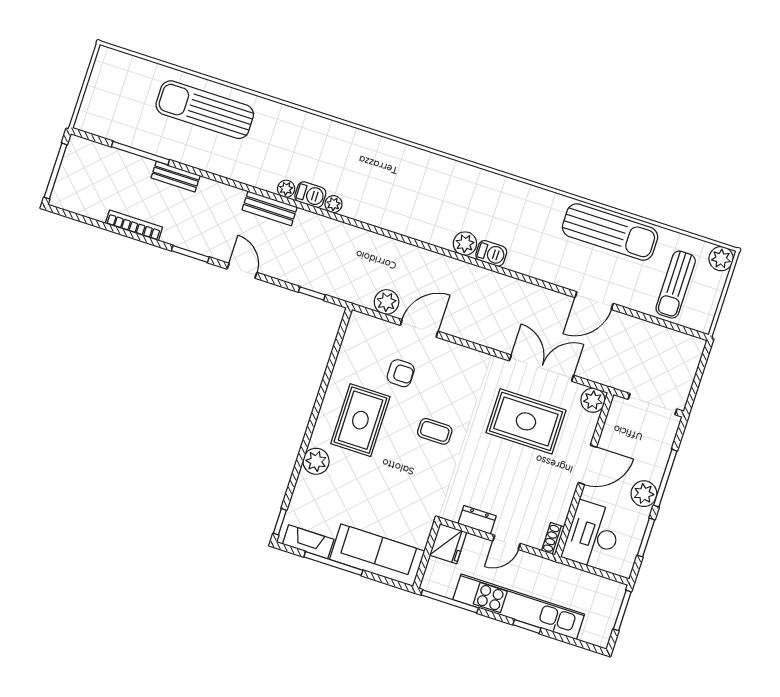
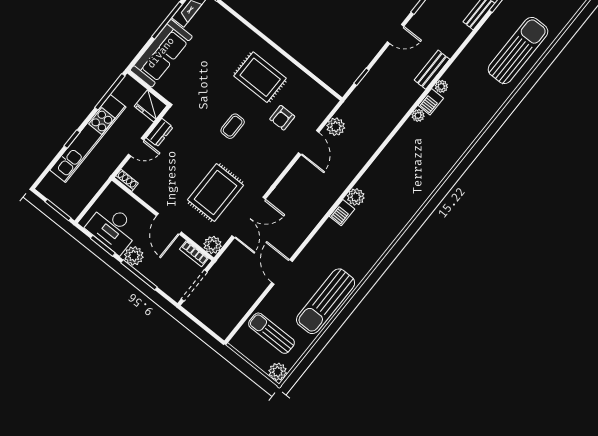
bookcase: (613, 419) -> (194, 254), added
plant: (316, 461) -> (243, 35), removed
desk: (593, 535) -> (113, 228), moved, turned 180
door: (507, 542) -> (136, 147), swing flipped

